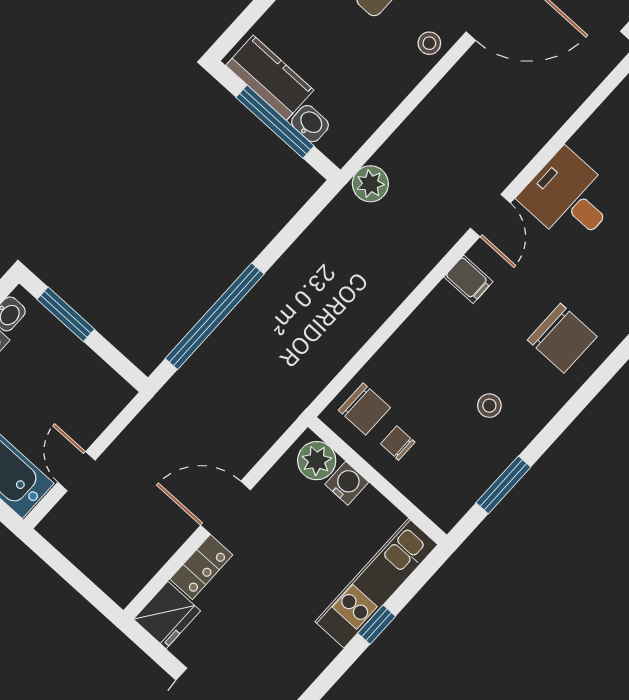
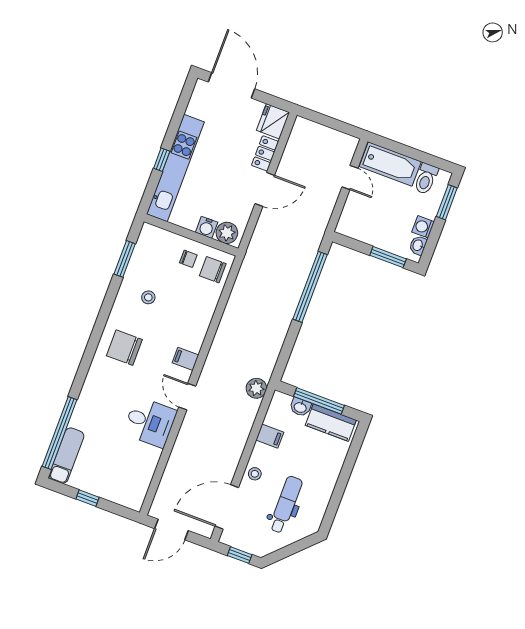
filing cabinet: (380, 96) -> (270, 436), added
kitchen unit: (376, 583) -> (175, 168), width x1.36

